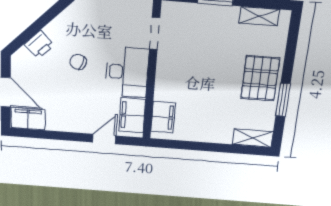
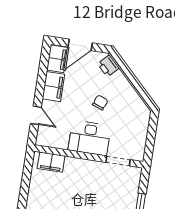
printer: (39, 45) -> (108, 66), moved
filing cabinet: (132, 115) -> (53, 87), moved, turned 90

